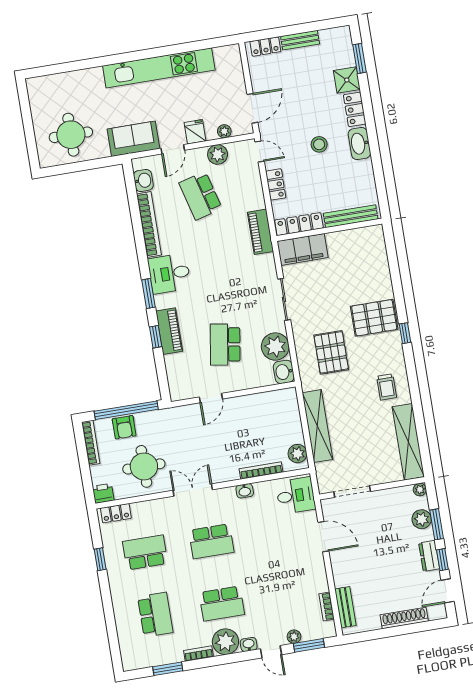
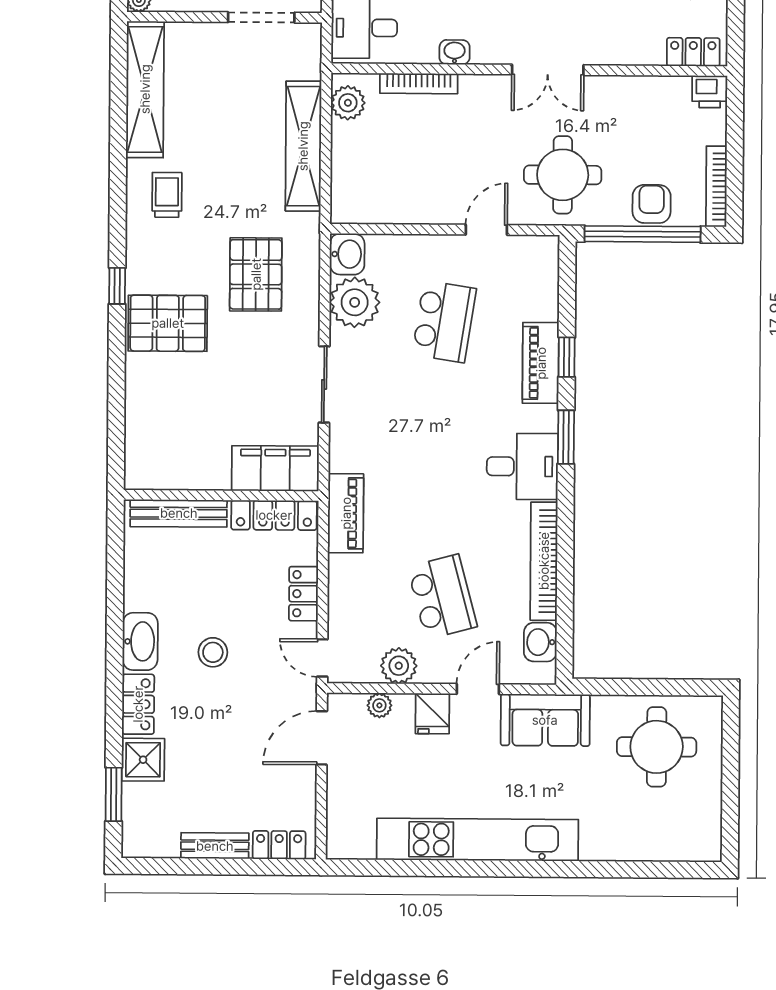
round table: (144, 466) -> (563, 175), moved

